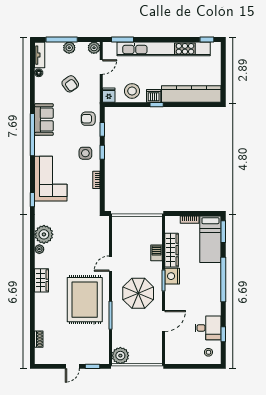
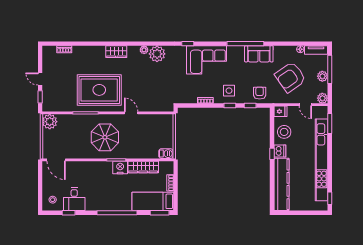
armchair: (70, 84) -> (290, 77), width x1.88, depth x1.88
barbecue: (157, 253) -> (166, 154), moved
door: (164, 321) -> (56, 160), moved

